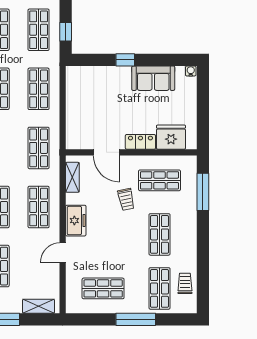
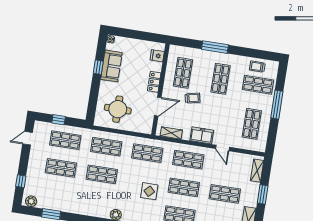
window: (66, 32) -> (59, 120), moved
window: (125, 60) -> (98, 67), moved
round table: (94, 97) -> (118, 109), added
fridge: (171, 137) -> (157, 56), width x0.53, depth x0.75
window: (203, 192) -> (215, 47), moved
shop shelf: (159, 234) -> (220, 79), turned 90

